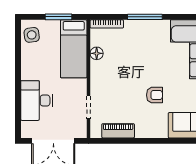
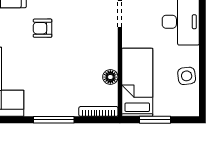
side table: (32, 35) -> (187, 76), moved

